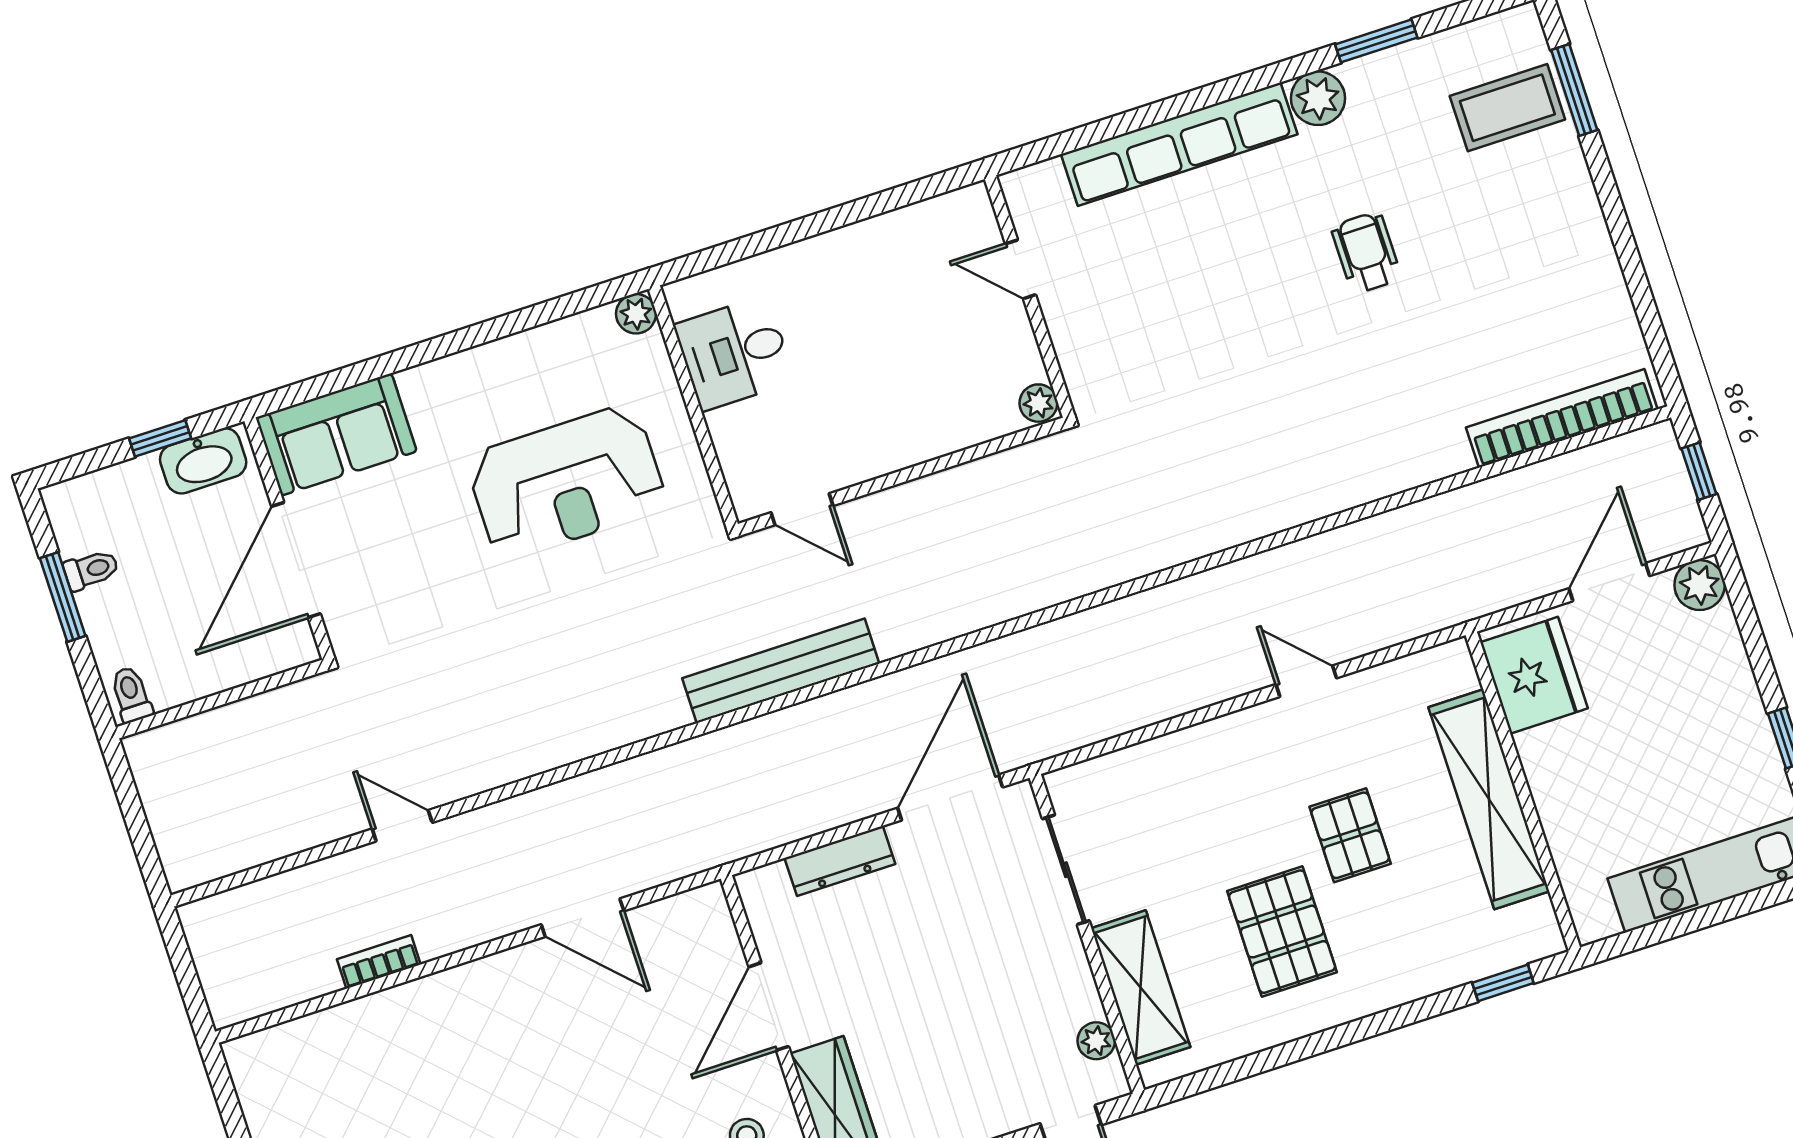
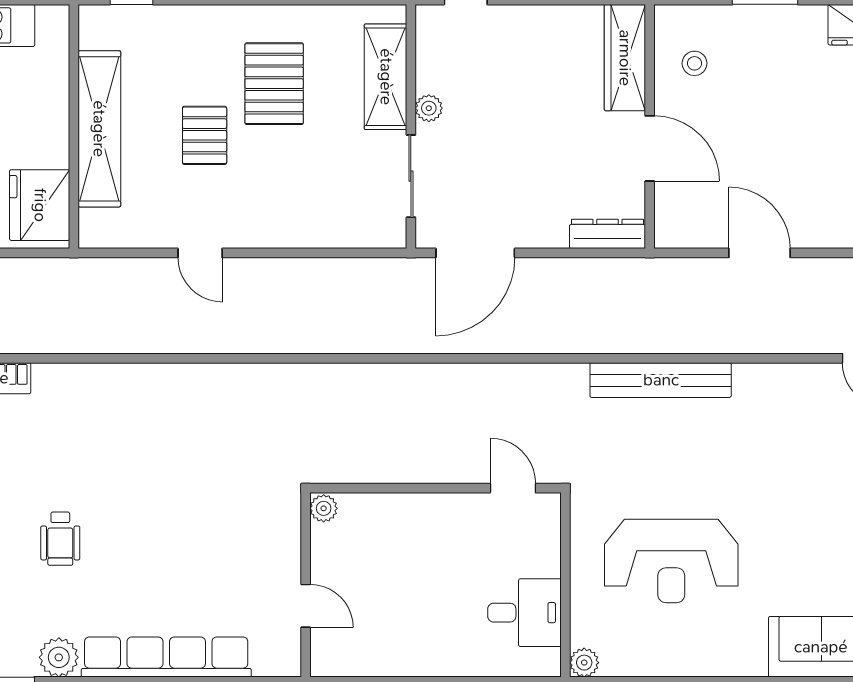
reception desk: (566, 482) -> (671, 561), turned 180
bench: (781, 671) -> (661, 380), moved
dresser: (840, 861) -> (608, 234), moved
door: (769, 1007) -> (650, 148), hinge flipped
plant: (1096, 1041) -> (429, 108), moved

